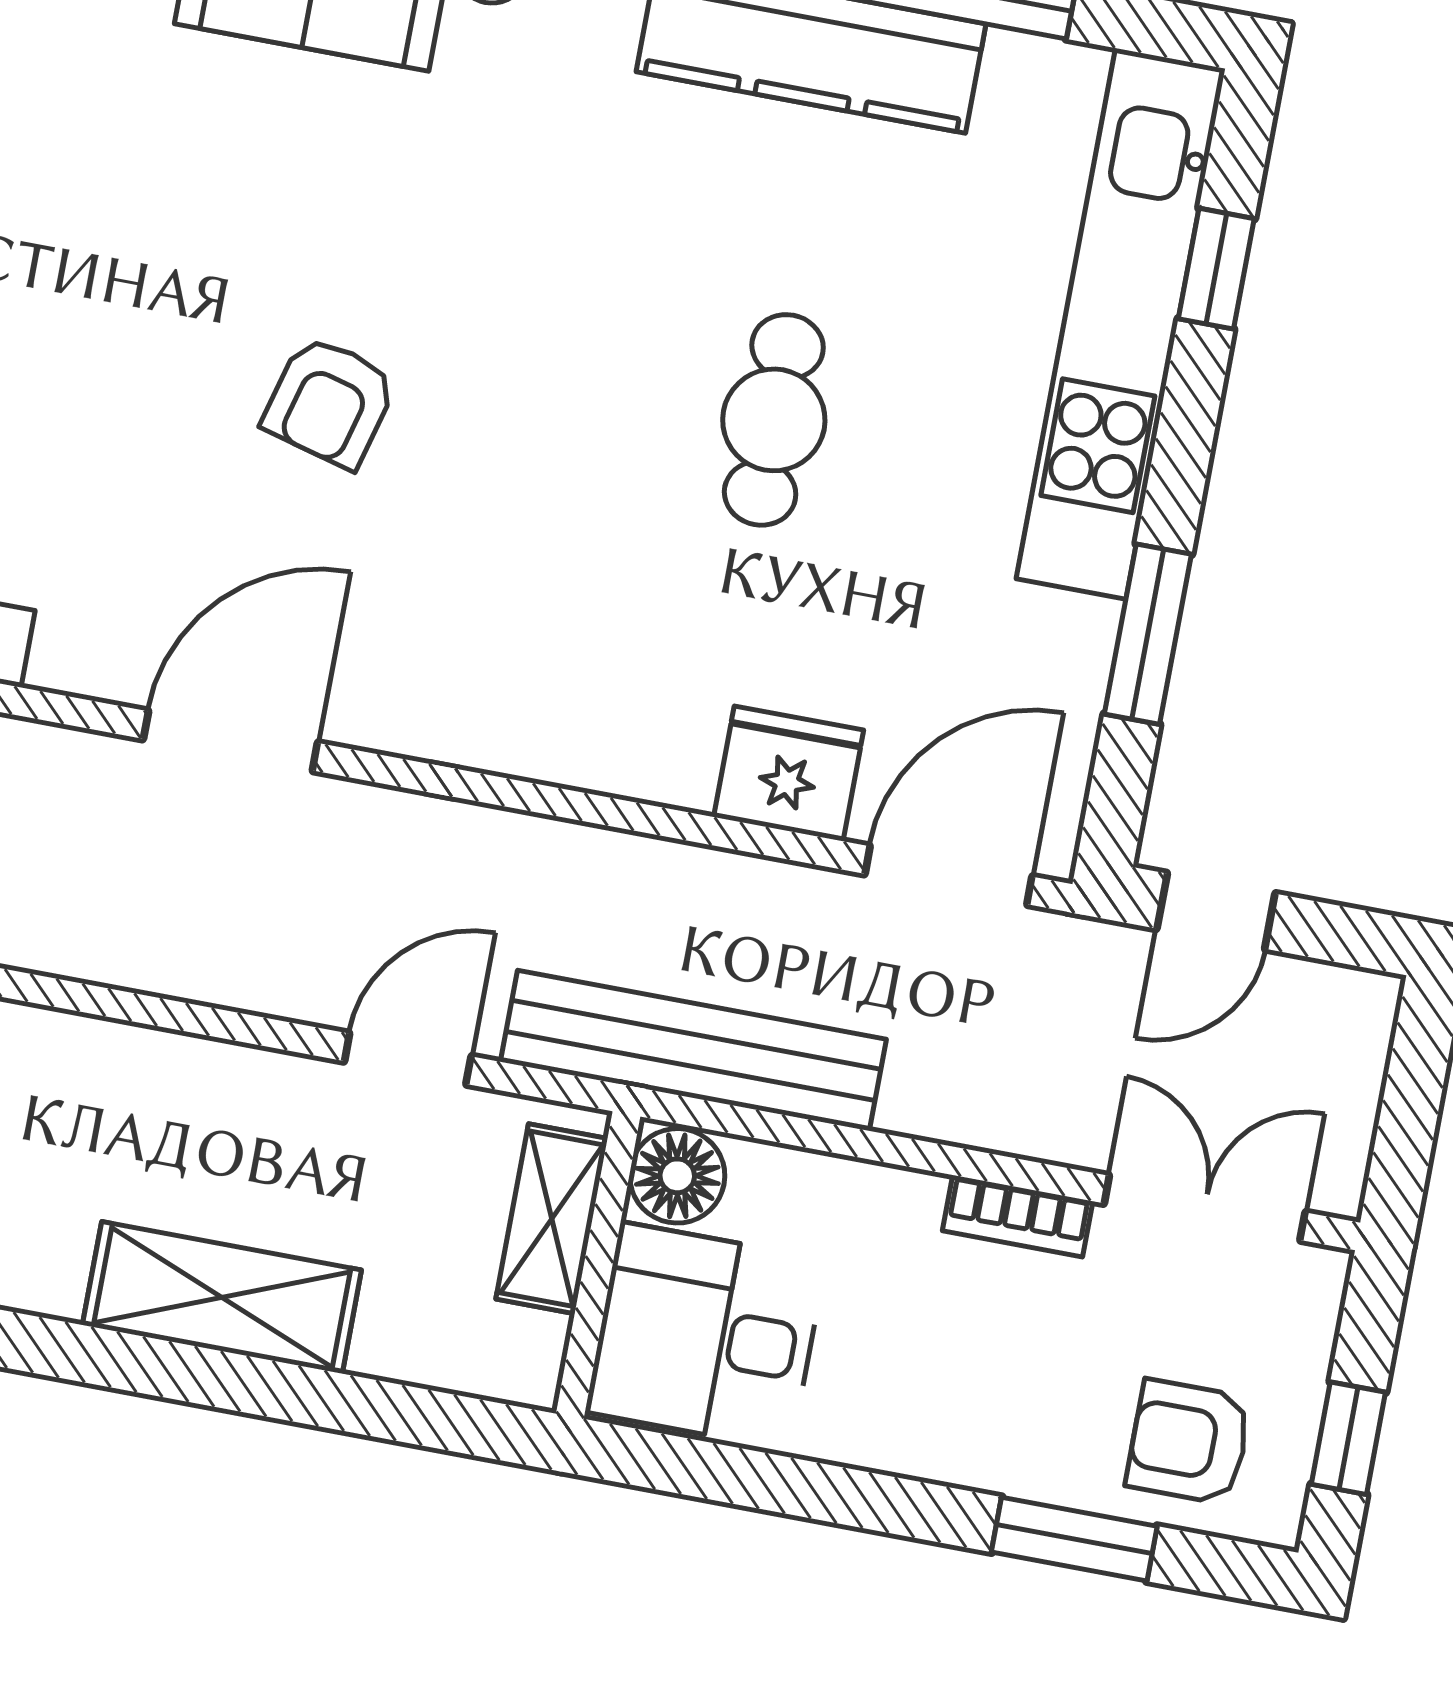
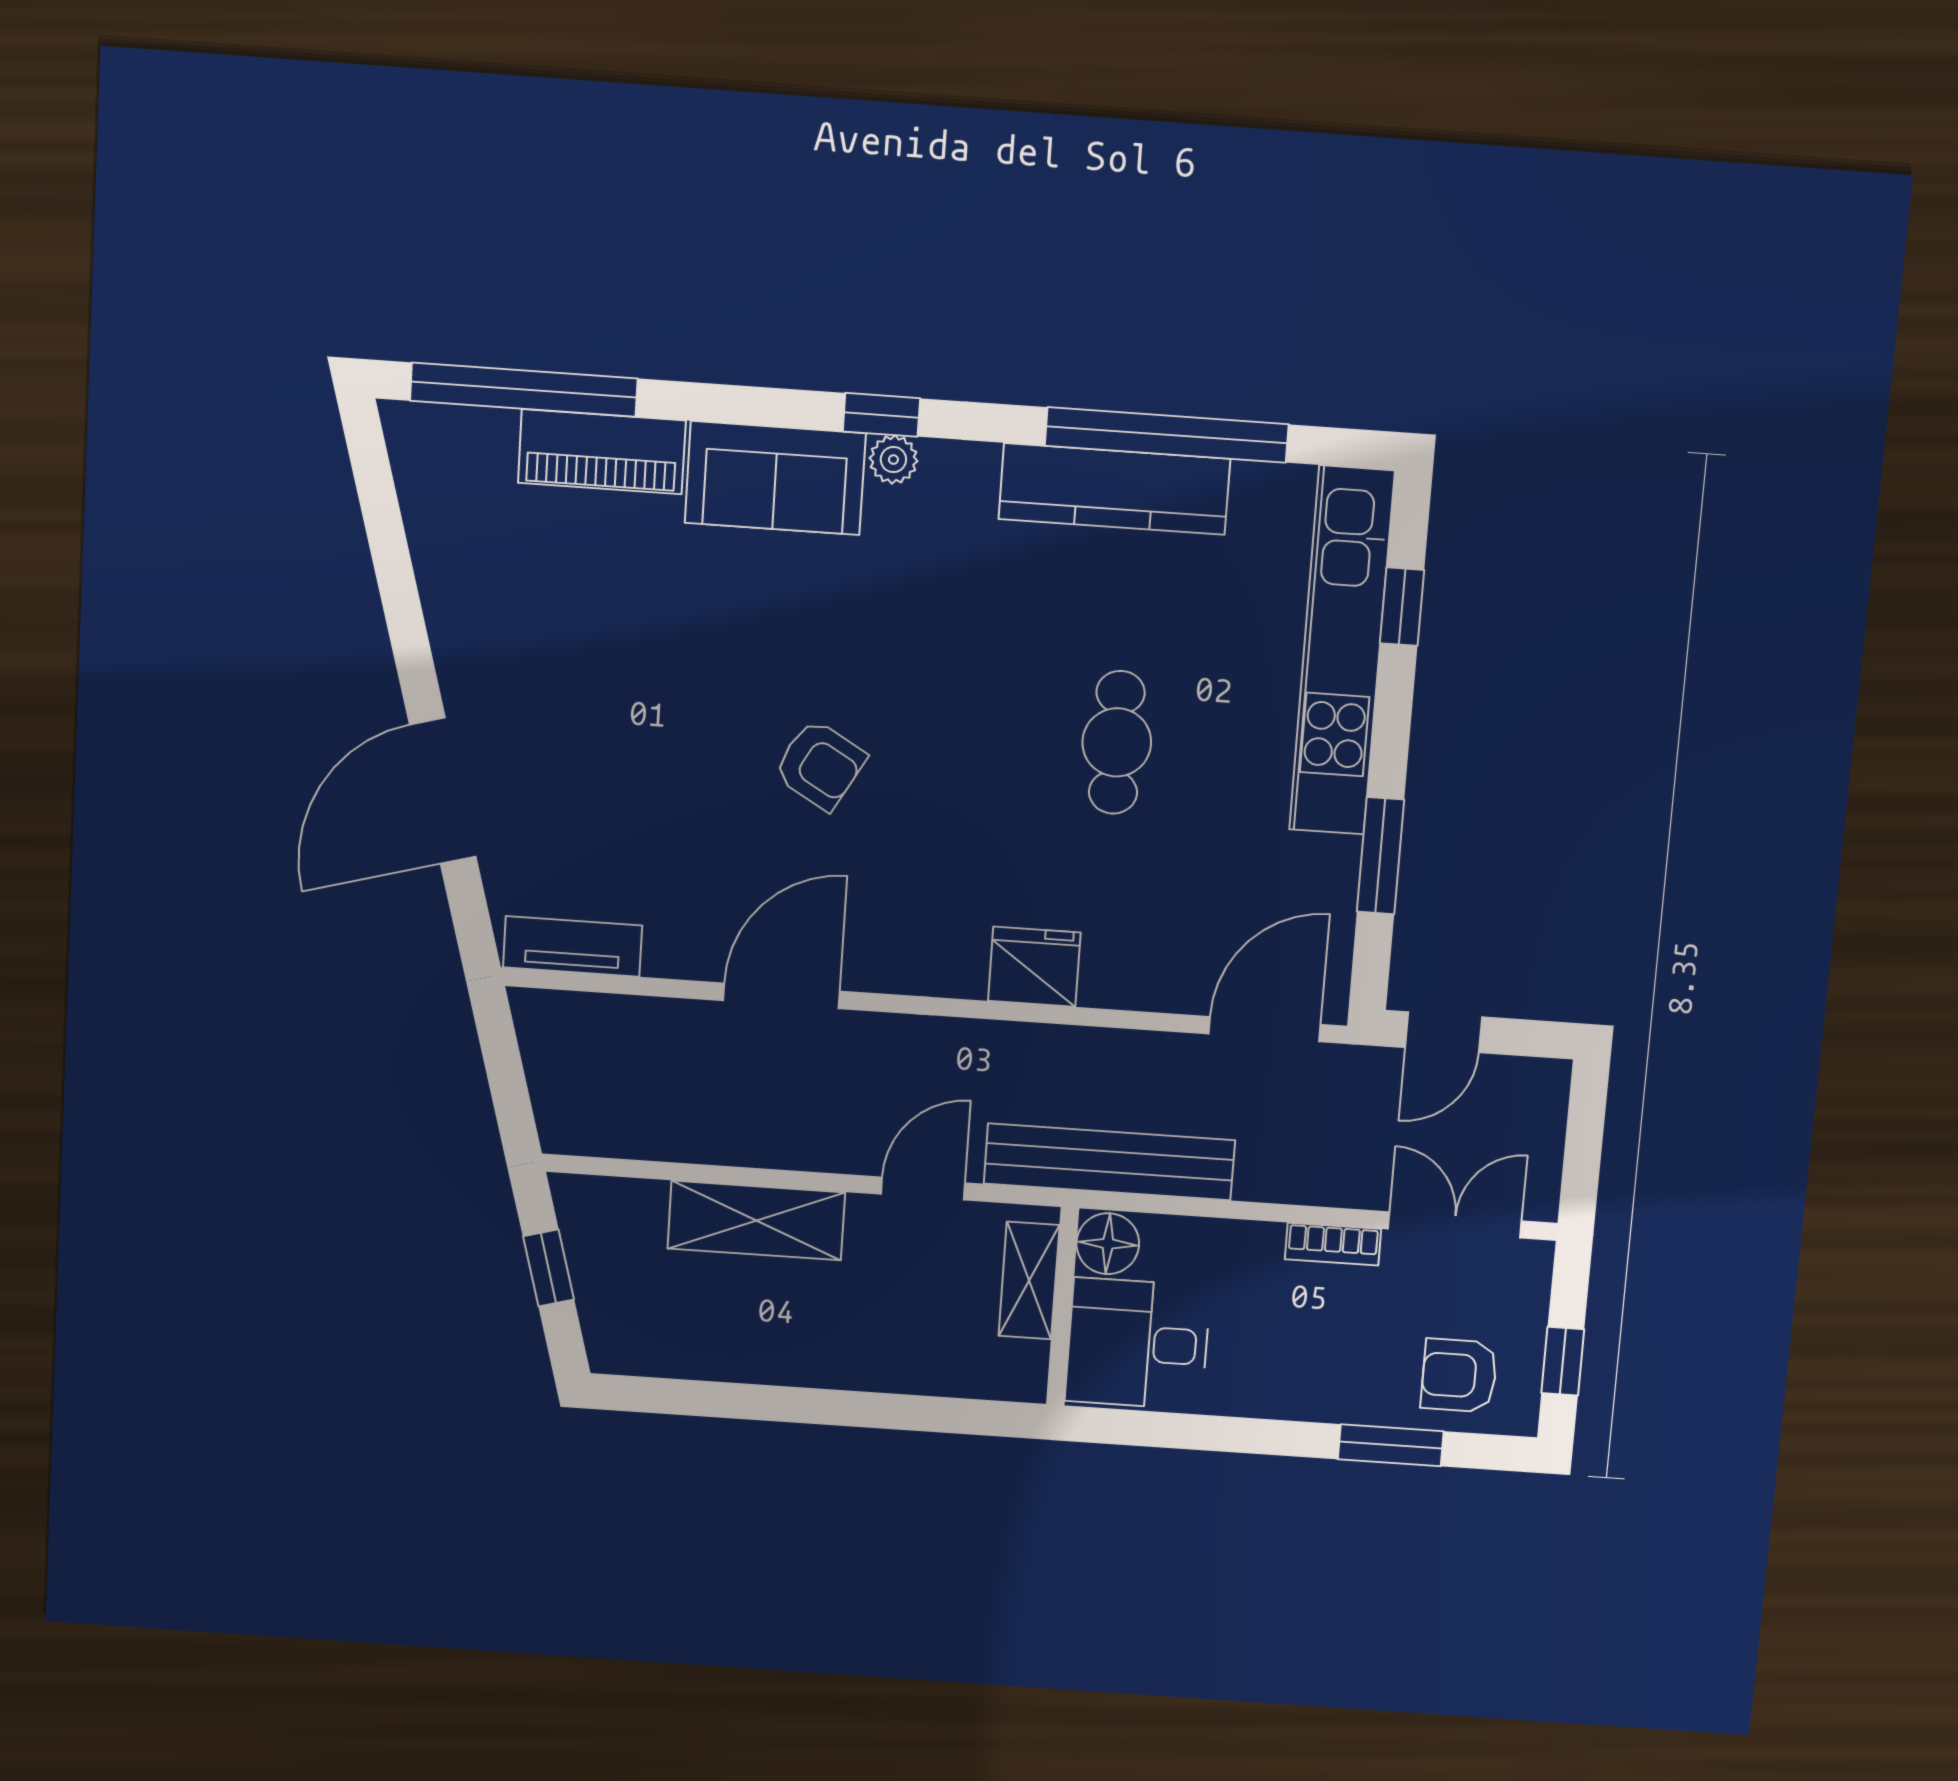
armchair: (330, 402) -> (820, 765), turned -75
fridge: (789, 774) -> (1034, 967), moved
shelving: (222, 1297) -> (756, 1220), moved

